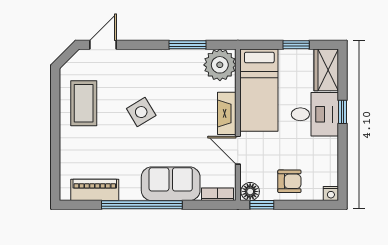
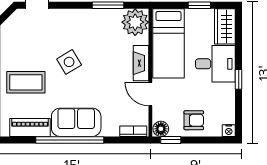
coffee table: (84, 103) -> (26, 82), moved, turned 90
window: (343, 112) -> (239, 79), moved
sofa: (171, 184) -> (76, 122), moved

